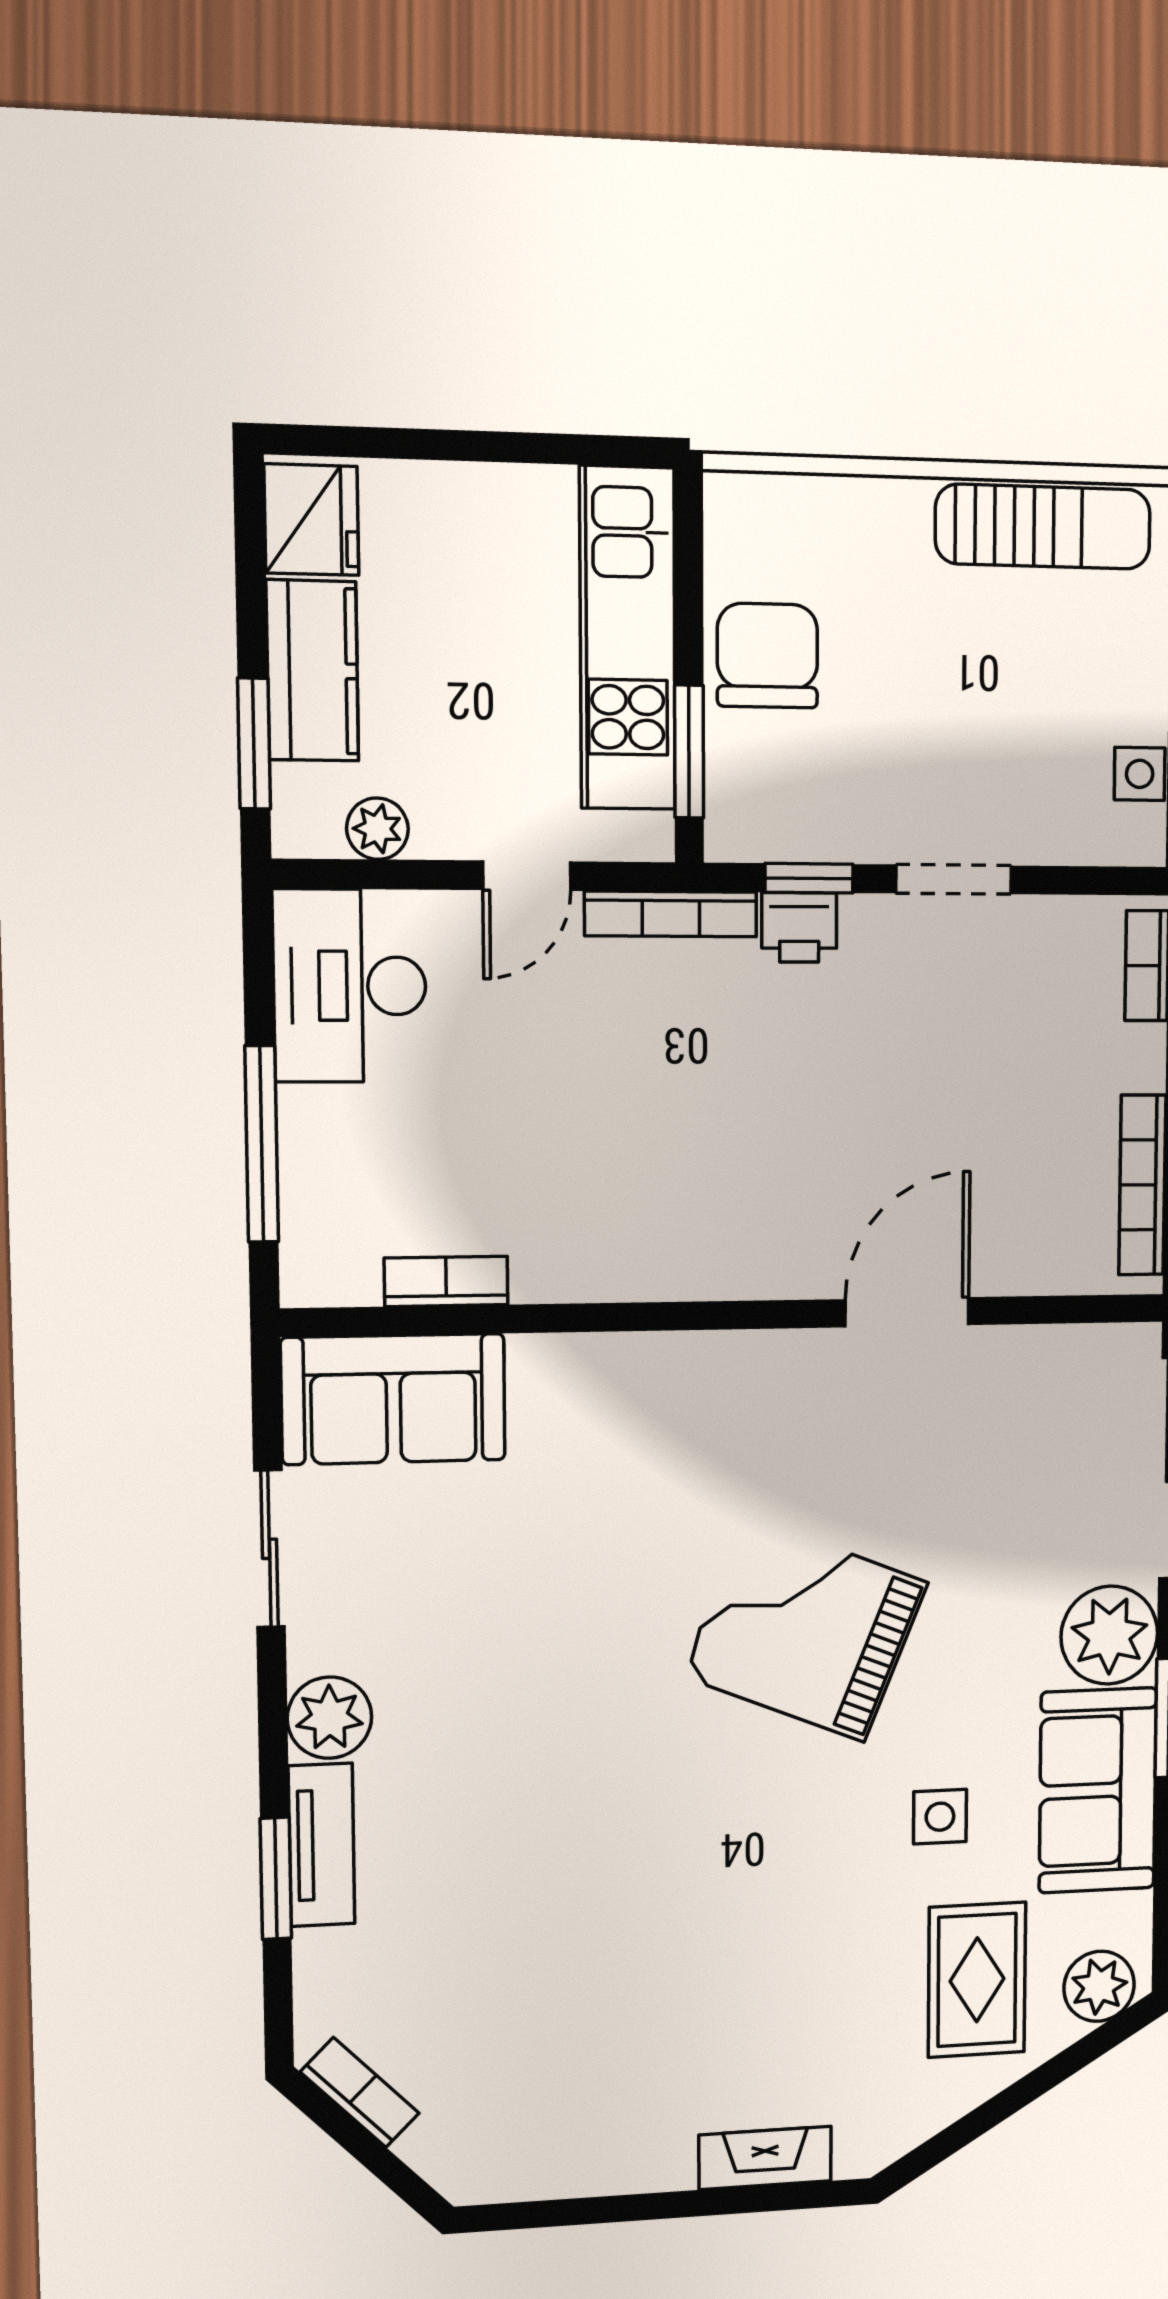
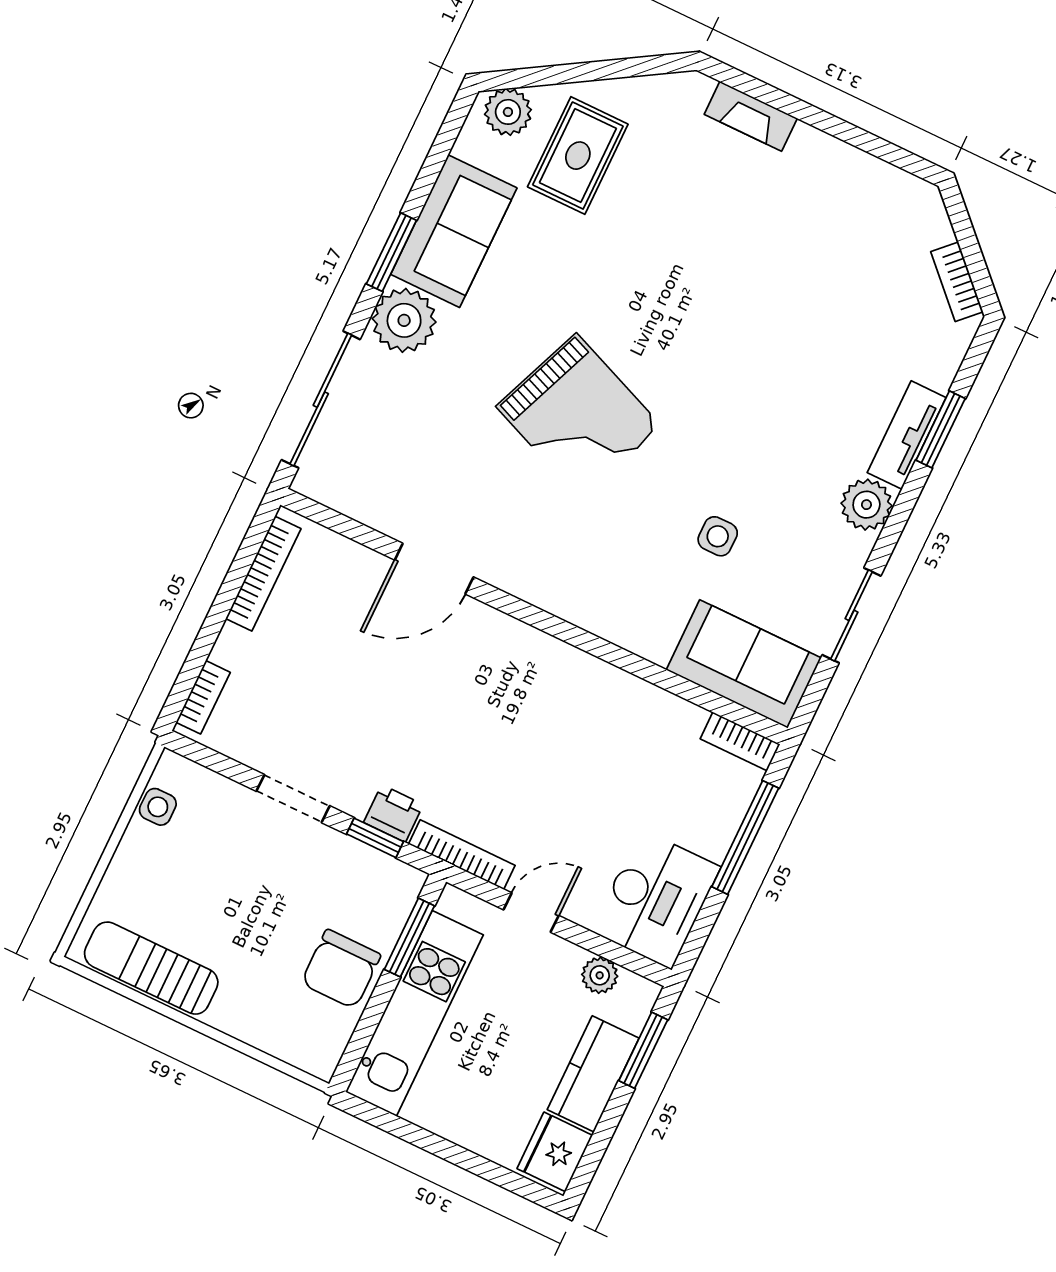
bookcase: (446, 1281) -> (740, 741), moved
side table: (940, 1817) -> (718, 536), moved

